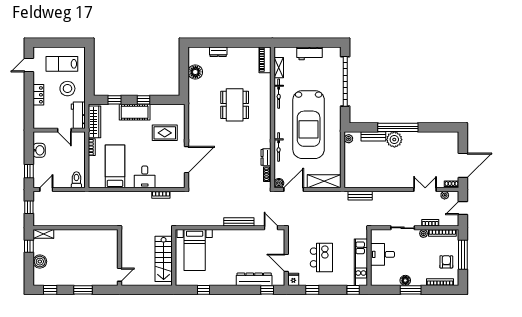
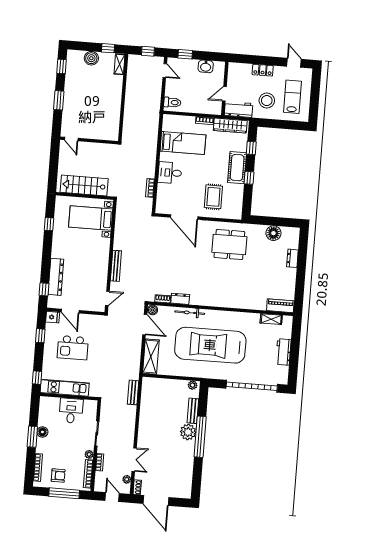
bicycle: (279, 94) -> (244, 317), removed
dining table: (235, 105) -> (229, 244), moved
door: (286, 263) -> (70, 311), swing flipped

